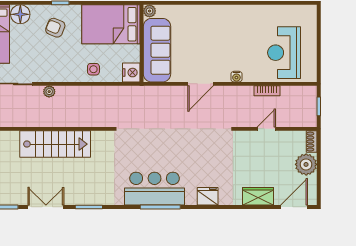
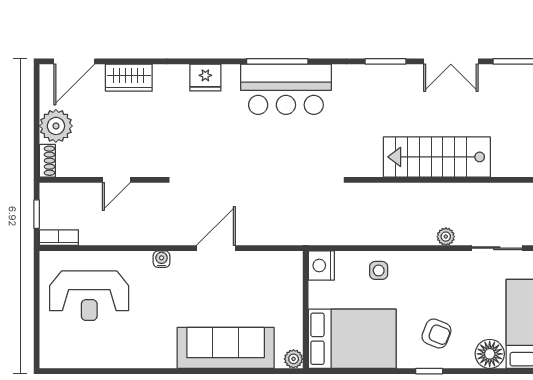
sofa: (157, 50) -> (226, 348), moved, turned 90
reception desk: (284, 53) -> (89, 296), turned 90
bookcase: (267, 91) -> (59, 238), moved

